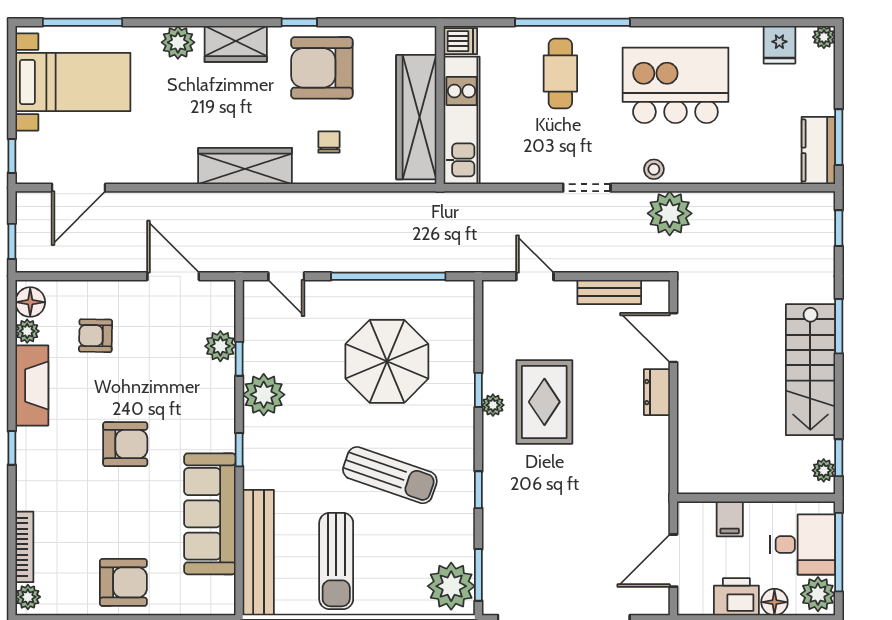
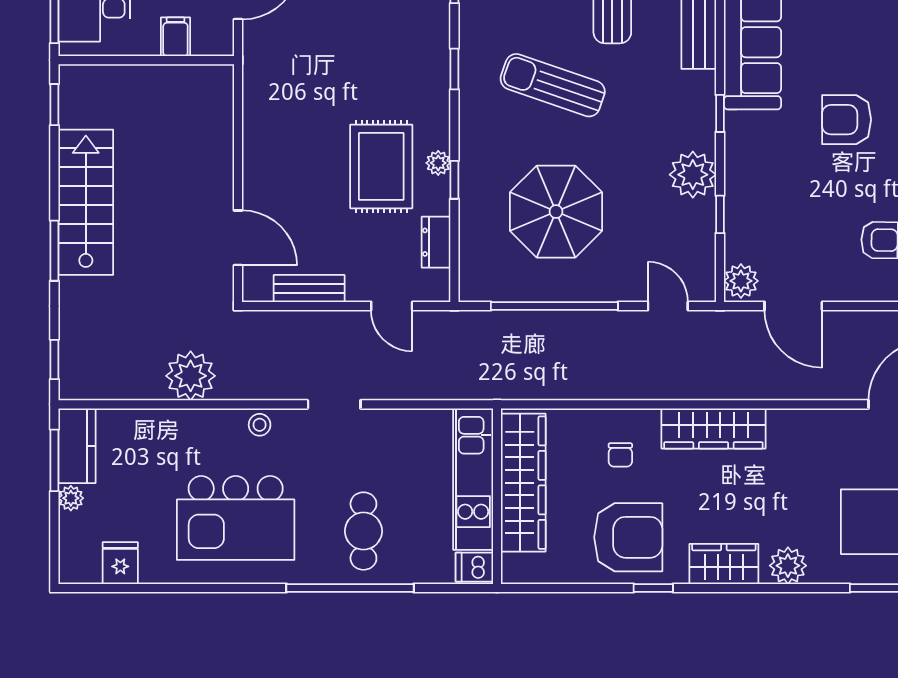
plant: (824, 37) -> (71, 498), moved
plant: (670, 213) -> (191, 376), moved
plant: (220, 346) -> (741, 281), moved
dresser: (657, 392) -> (436, 242), moved, turned 180
plant: (824, 470) -> (71, 91), removed

